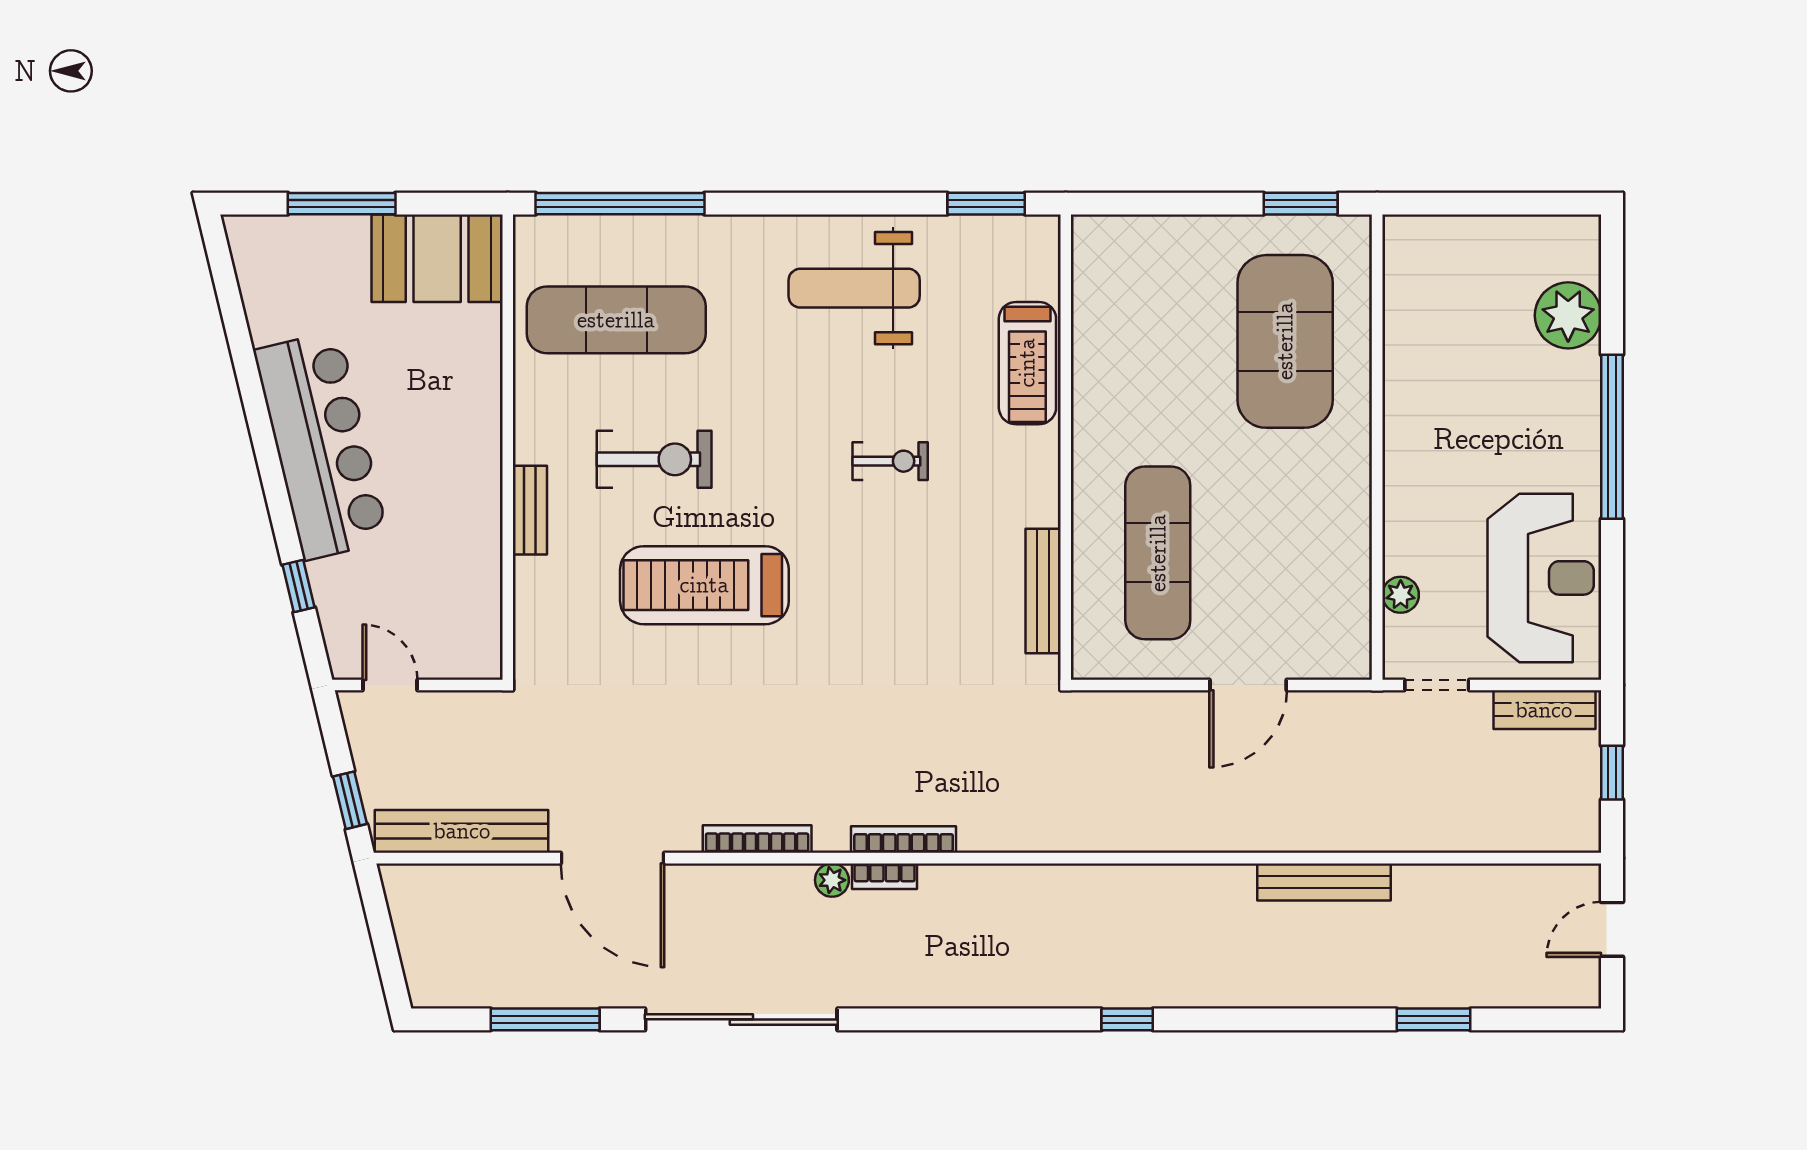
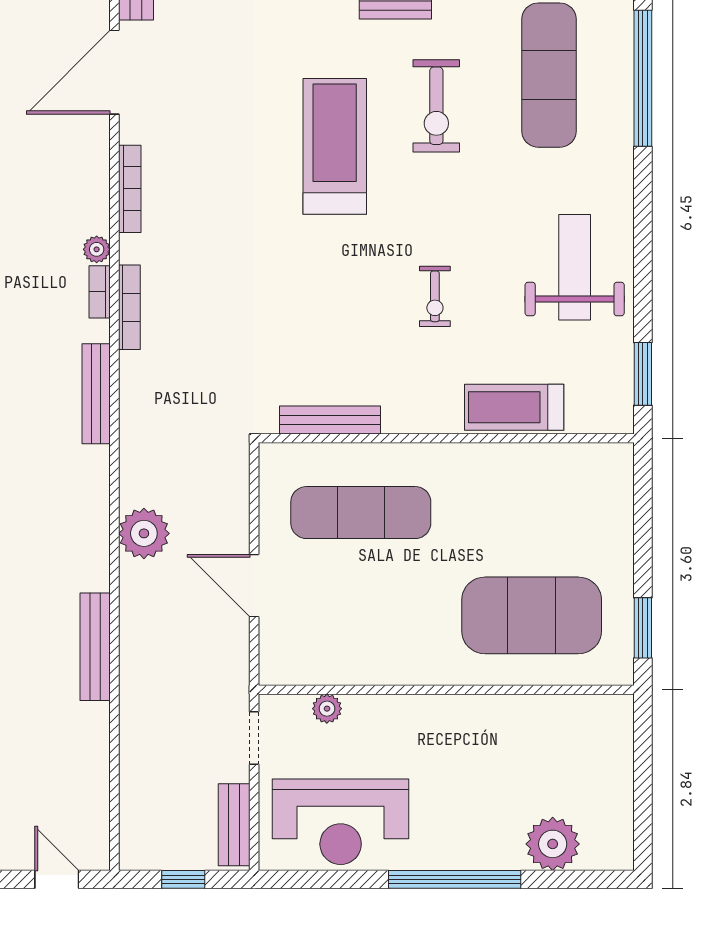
plant: (1184, 821) -> (144, 533), added
bench: (1011, 881) -> (96, 394), added

